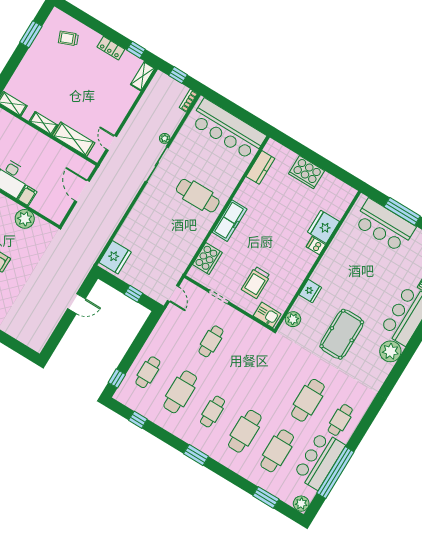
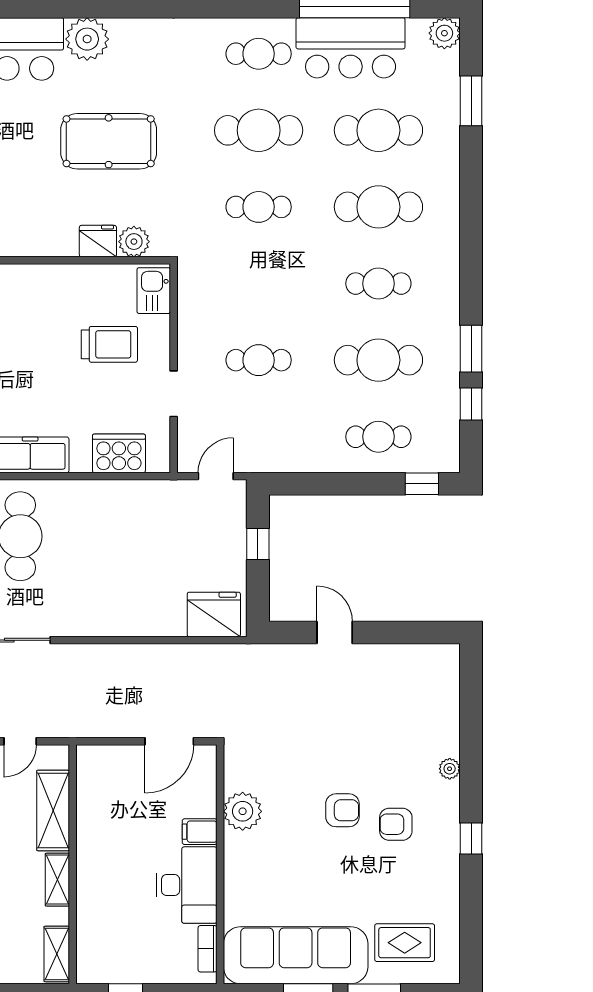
door: (82, 191) -> (169, 741), moved
fridge: (310, 291) -> (98, 241), moved
cafe table: (276, 381) -> (259, 207), added
window: (196, 455) -> (471, 349), moved

